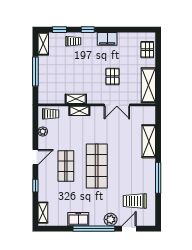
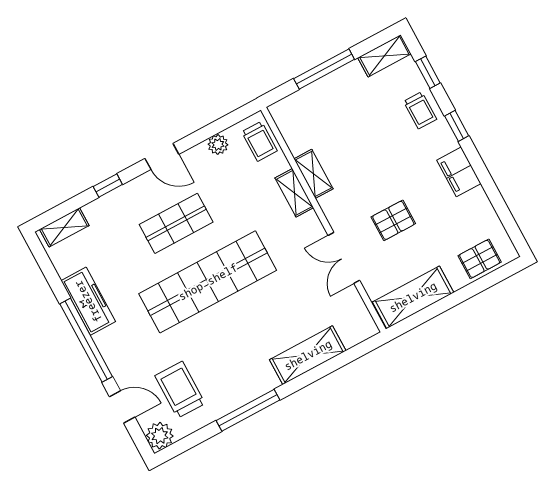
shop shelf: (97, 166) -> (208, 282), width x1.40
freezer: (78, 219) -> (88, 301), width x1.40
plant: (111, 219) -> (160, 436), moved

